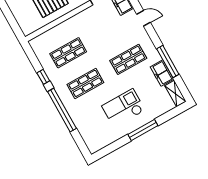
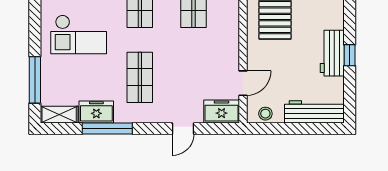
checkout: (123, 108) -> (79, 34), turned 90
window: (143, 130) -> (35, 80), moved

